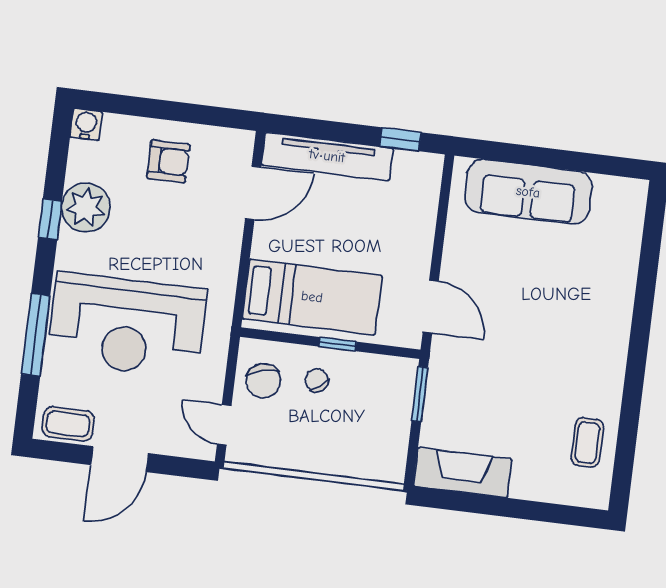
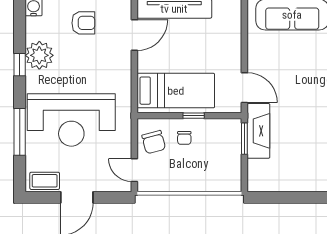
chair: (317, 380) -> (184, 138), turned -144
fireplace: (463, 473) -> (258, 131), moved, turned 90

